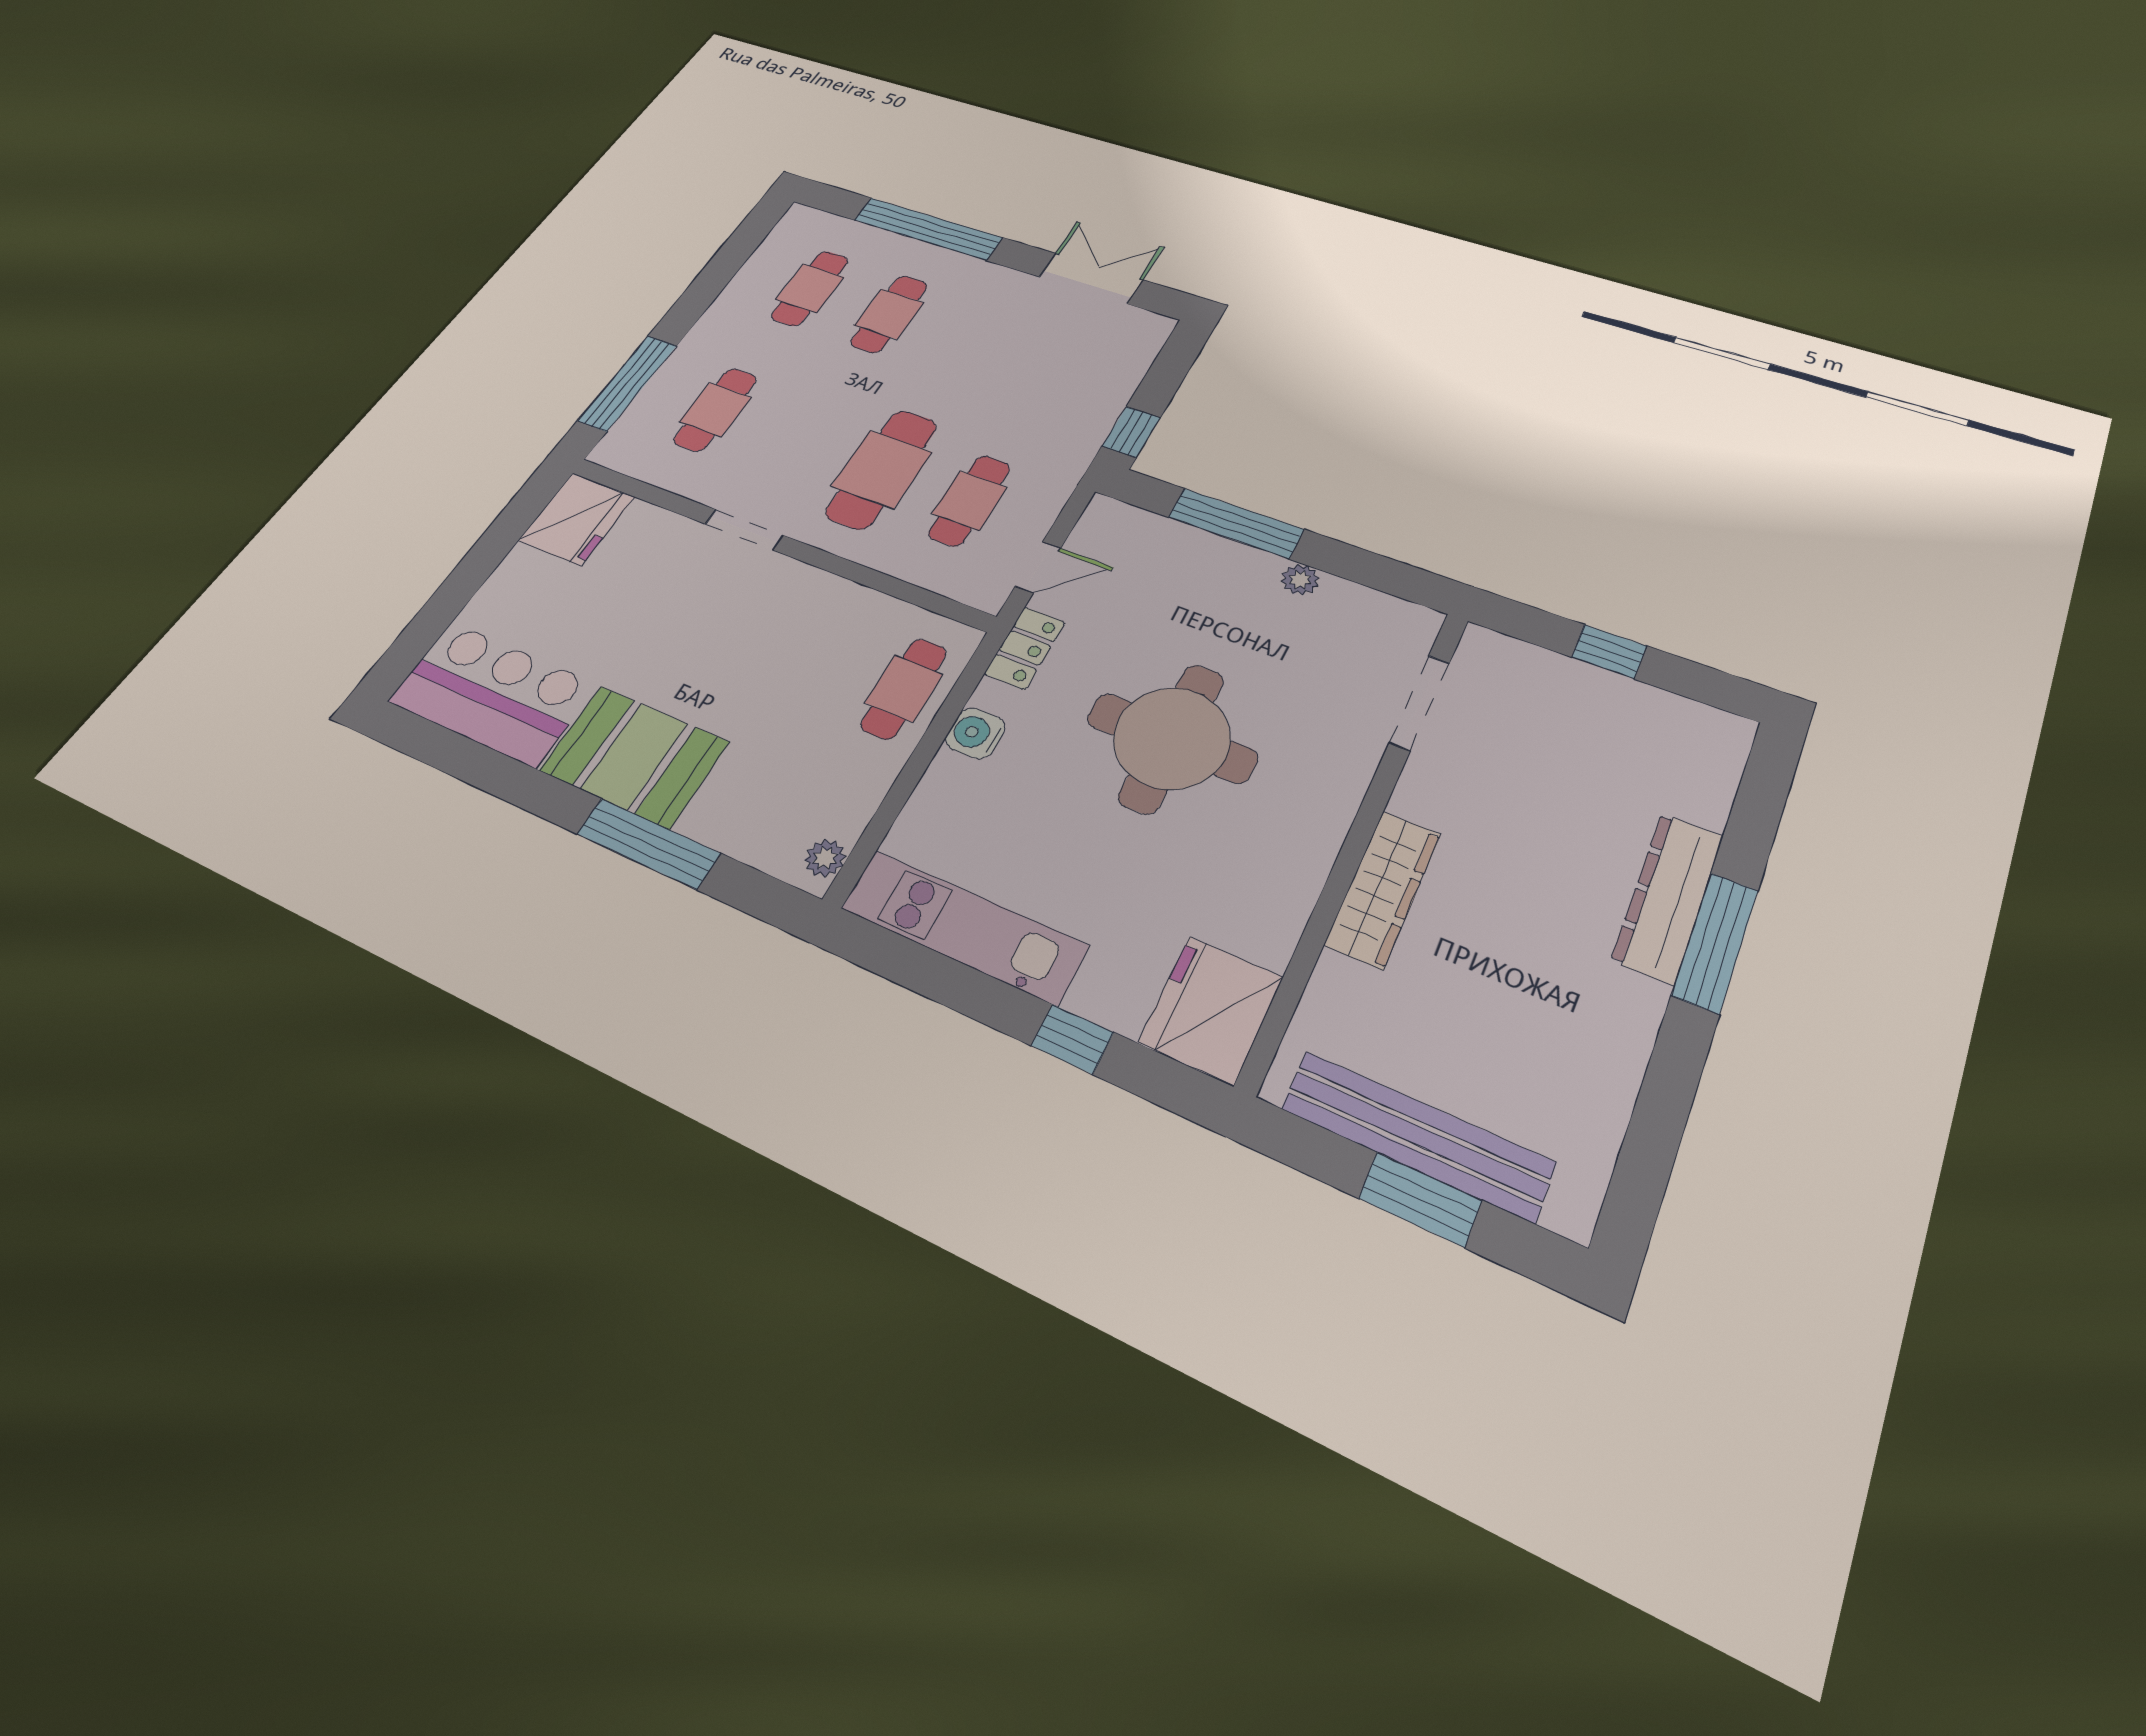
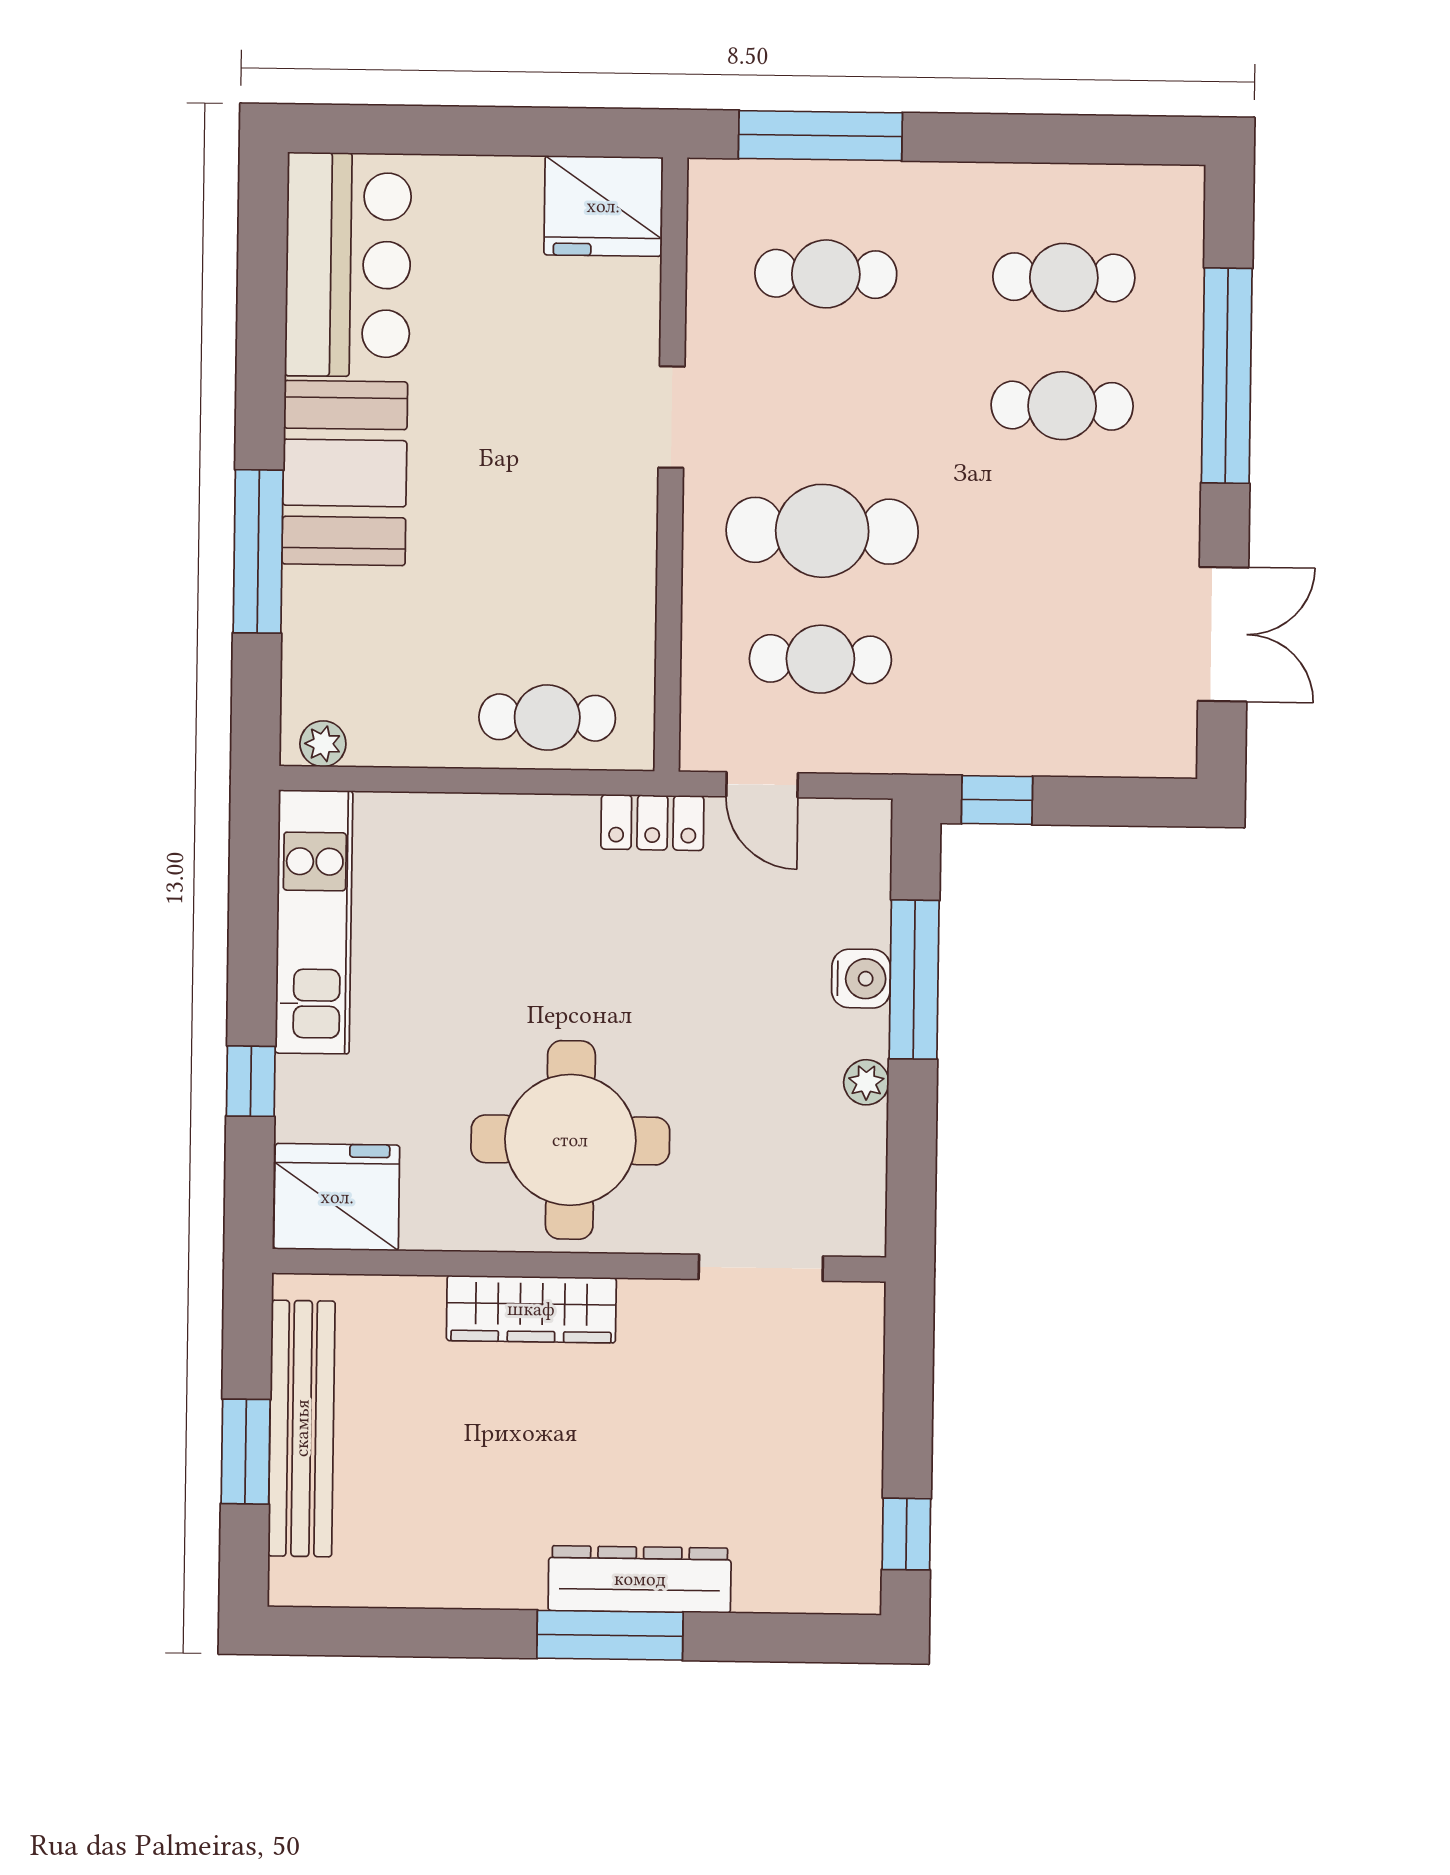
window: (1609, 652) -> (906, 1534), moved
water cooler: (975, 733) -> (861, 979), moved, turned 90
round table: (1172, 738) -> (570, 1140), moved

